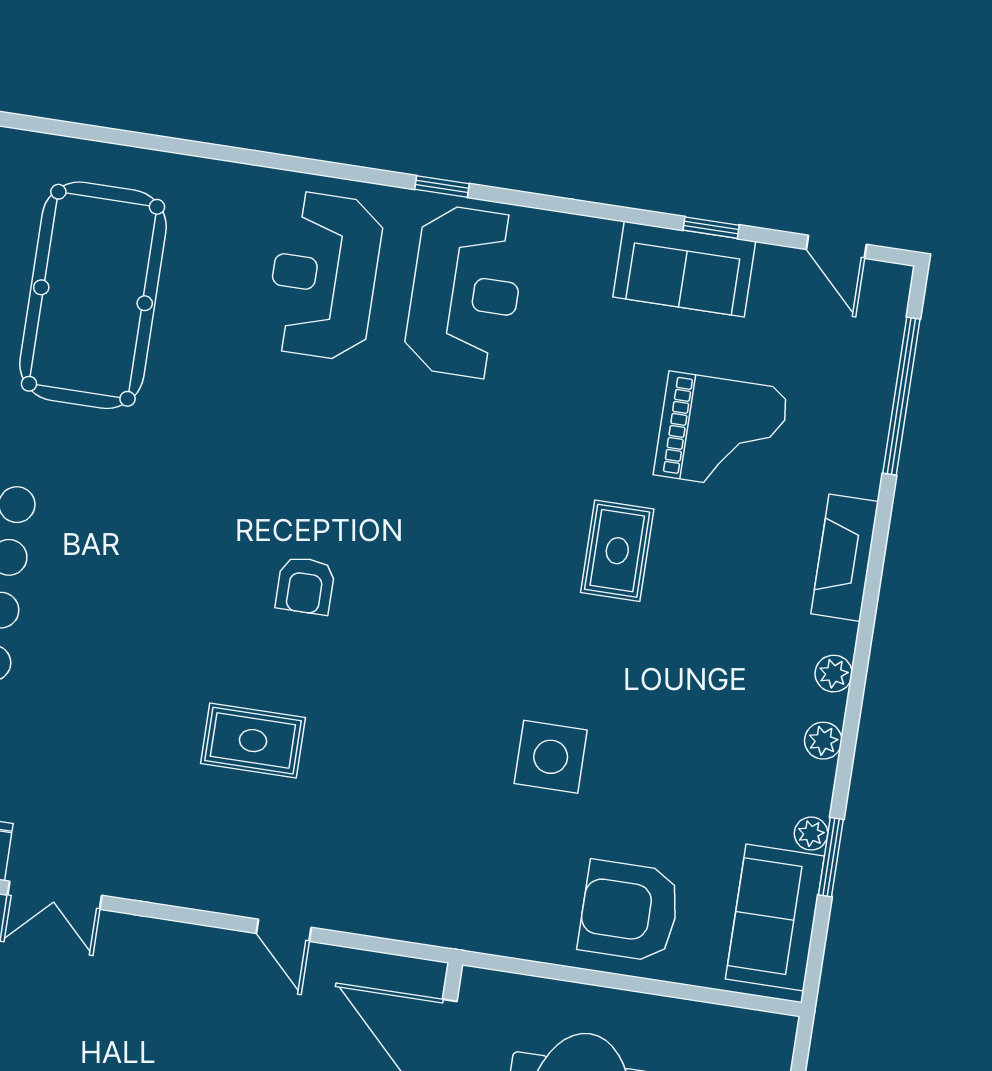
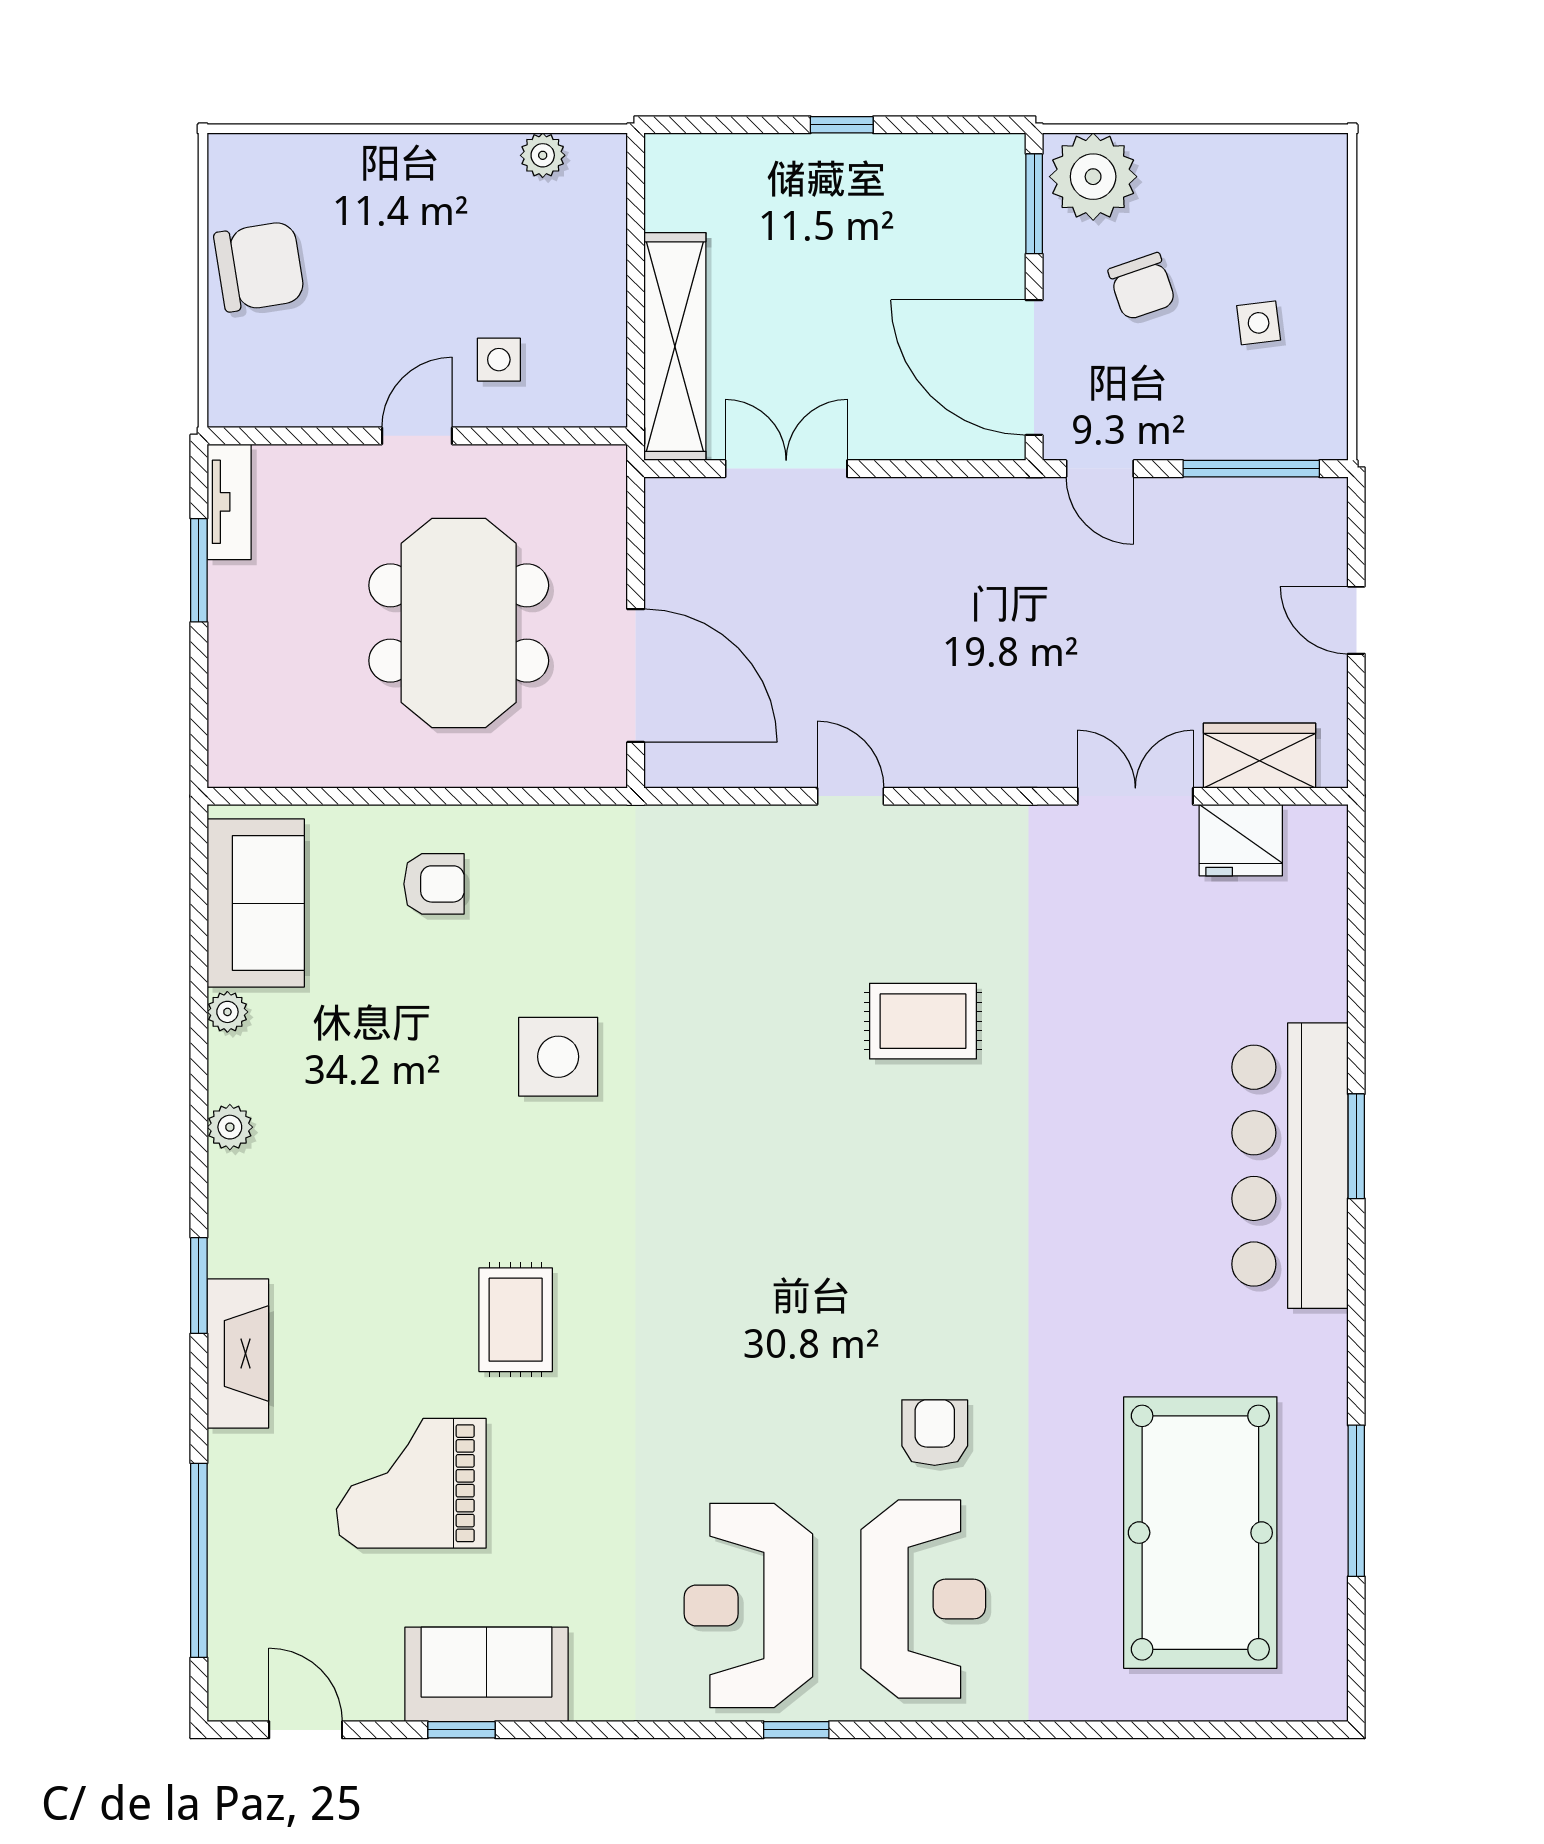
armchair: (305, 585) -> (935, 1433), moved
plant: (834, 674) -> (230, 1211), removed
window: (831, 857) -> (199, 1286), moved
armchair: (629, 911) -> (434, 884), width x0.53, depth x0.53

